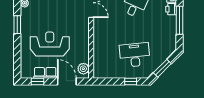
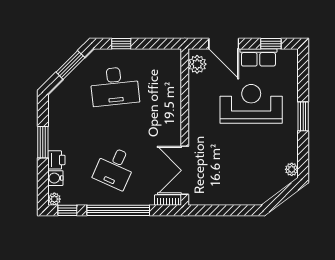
window: (179, 20) -> (43, 142), width x0.69
window: (17, 25) -> (303, 116), moved
reception desk: (50, 44) -> (251, 104), turned 180

